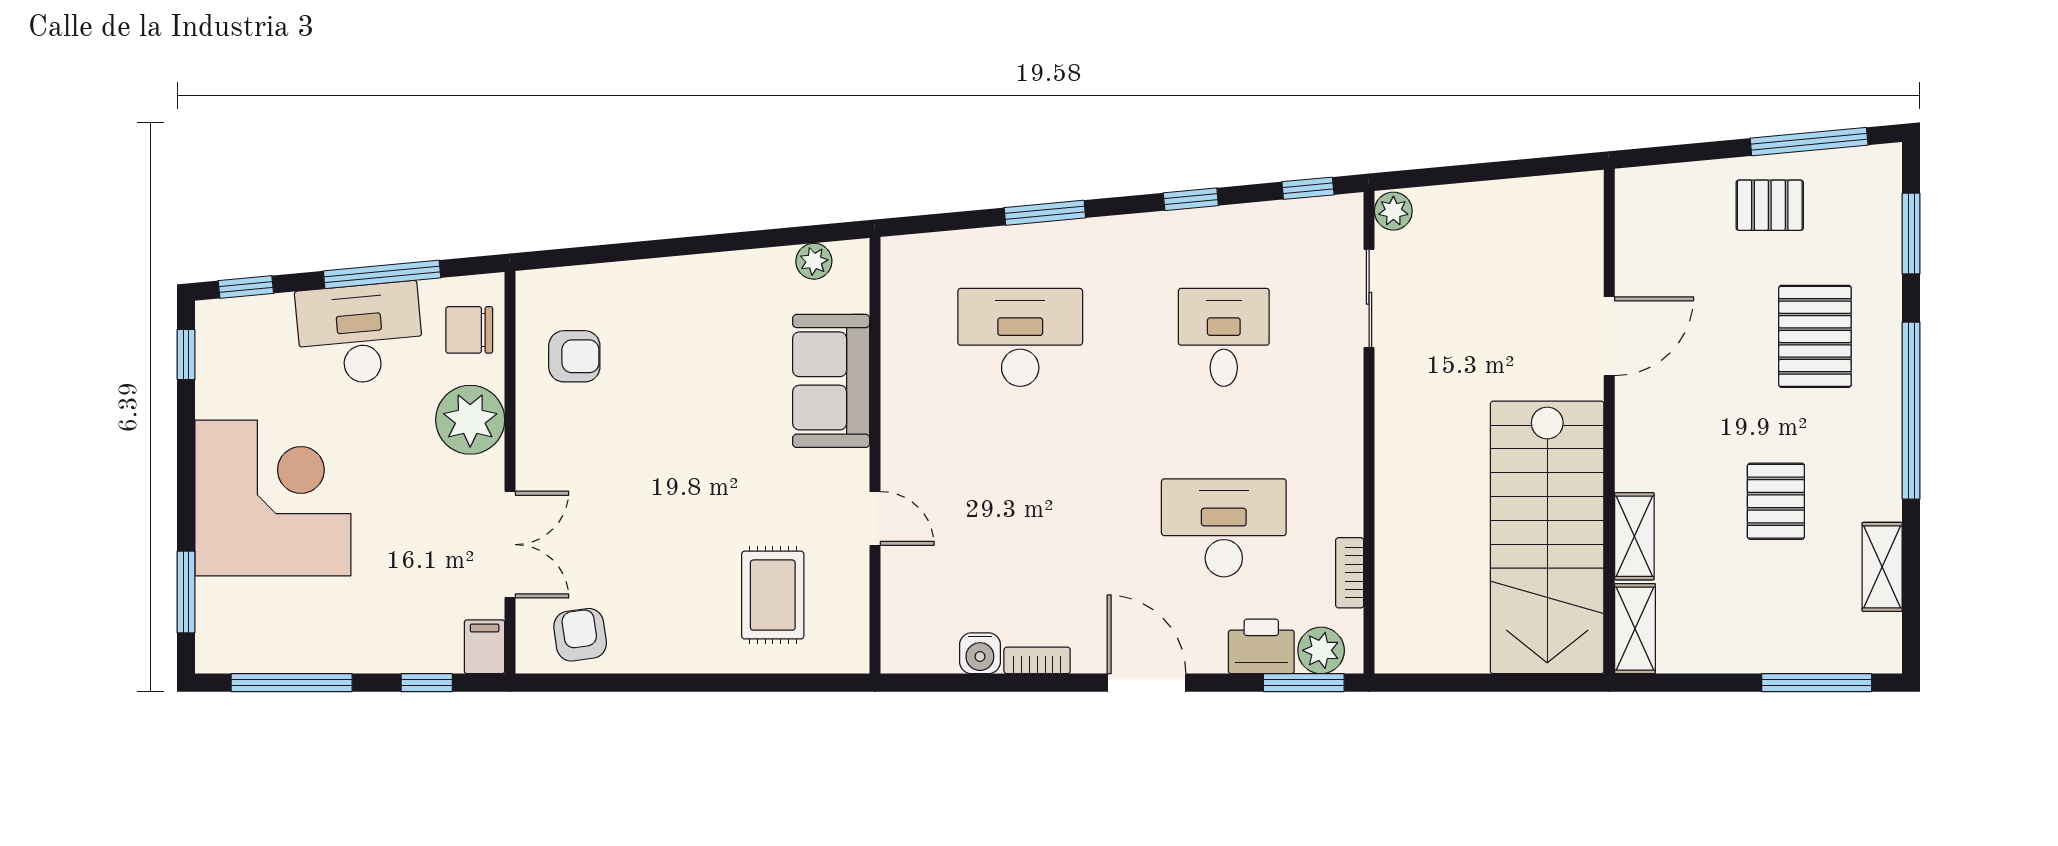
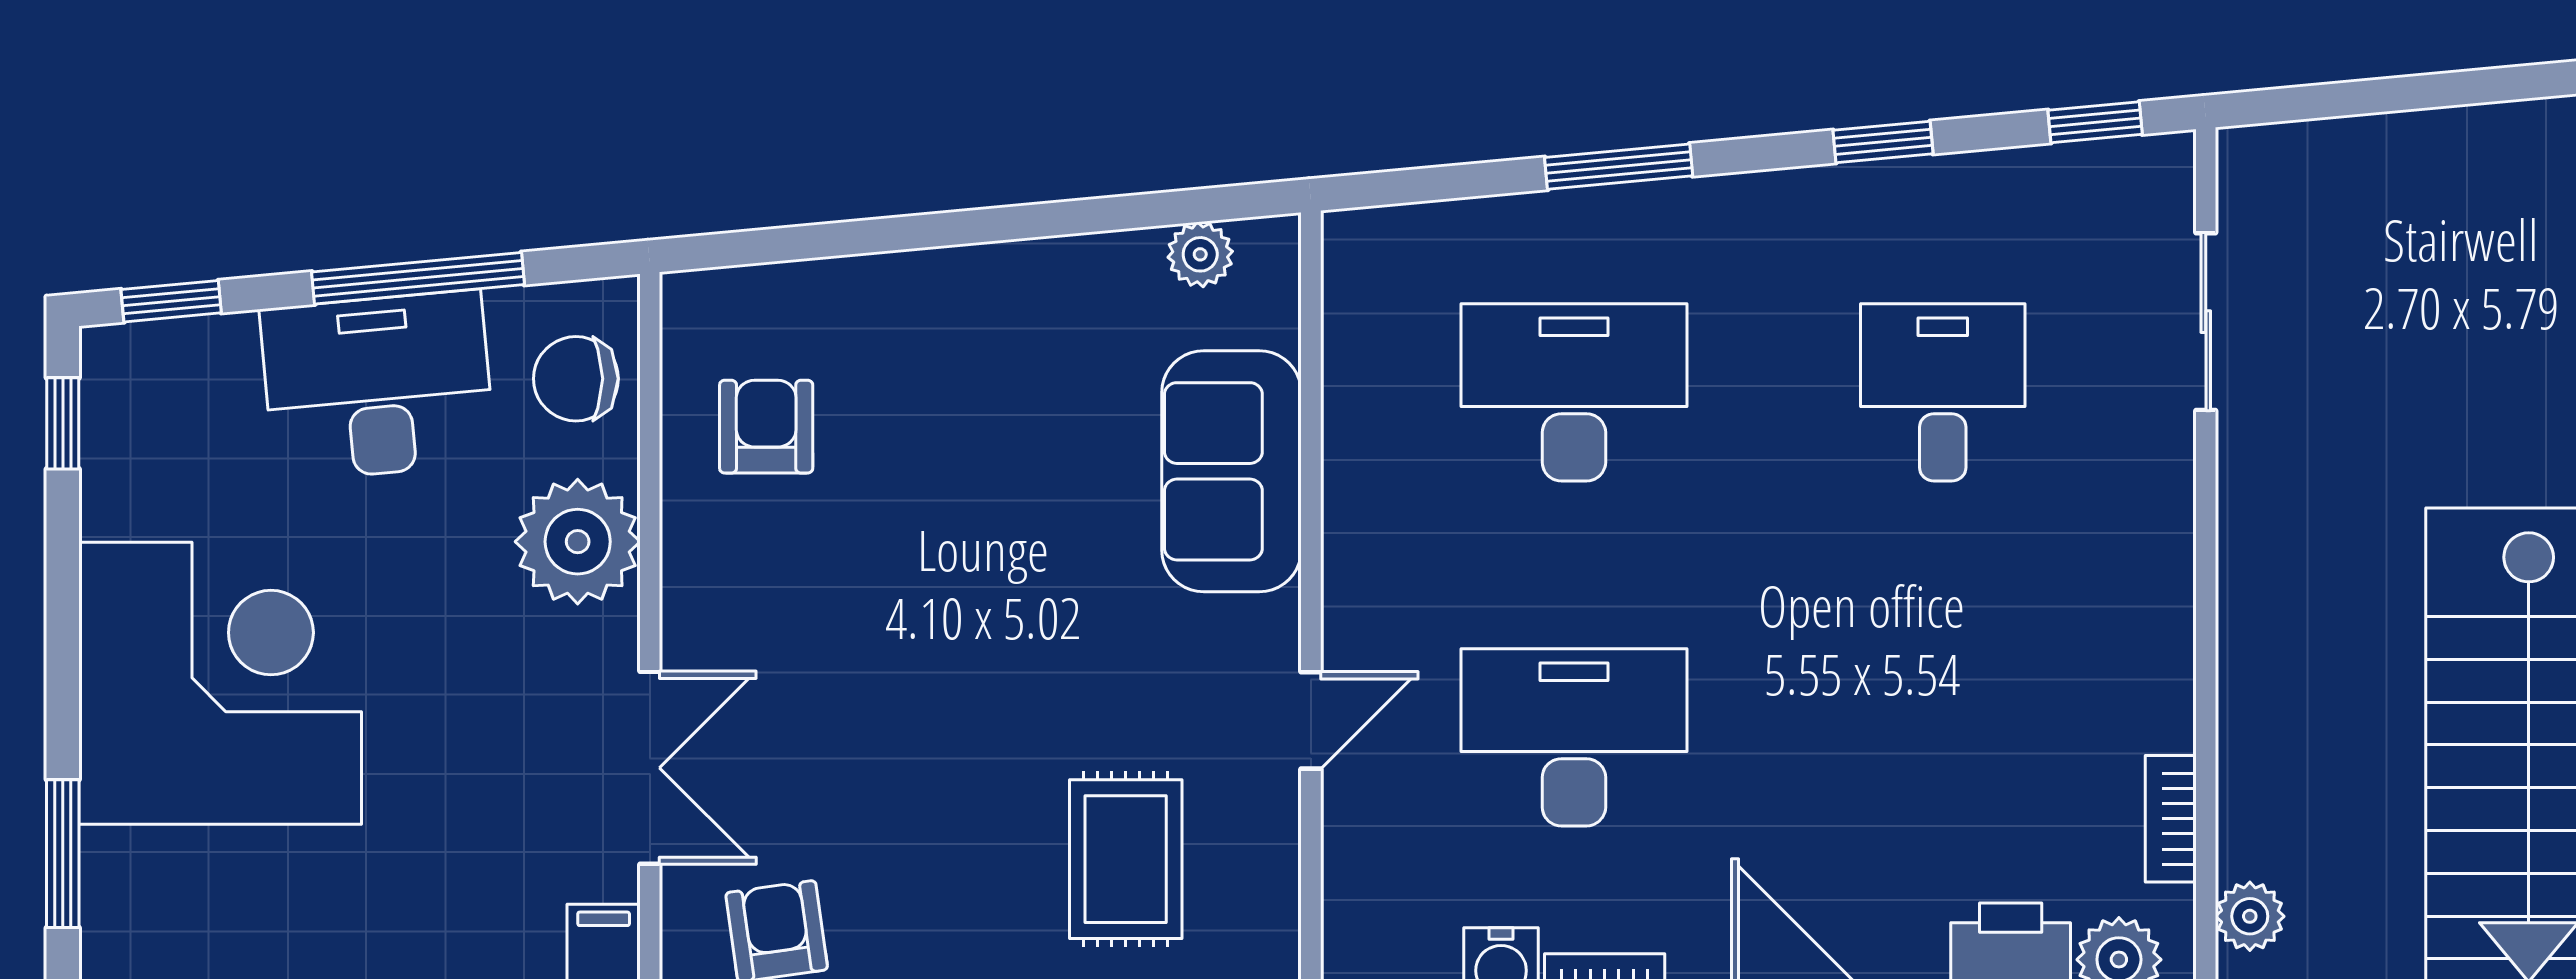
plant: (1393, 211) -> (2250, 916), moved
armchair: (574, 356) -> (766, 427), turned -90
door: (875, 518) -> (1311, 720), hinge flipped
desk: (1224, 528) -> (1574, 737), moved

